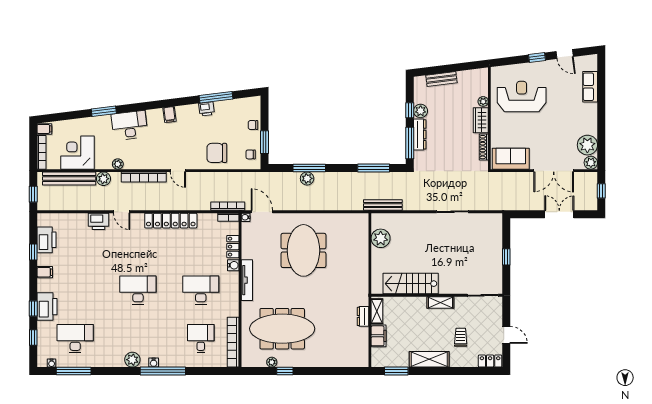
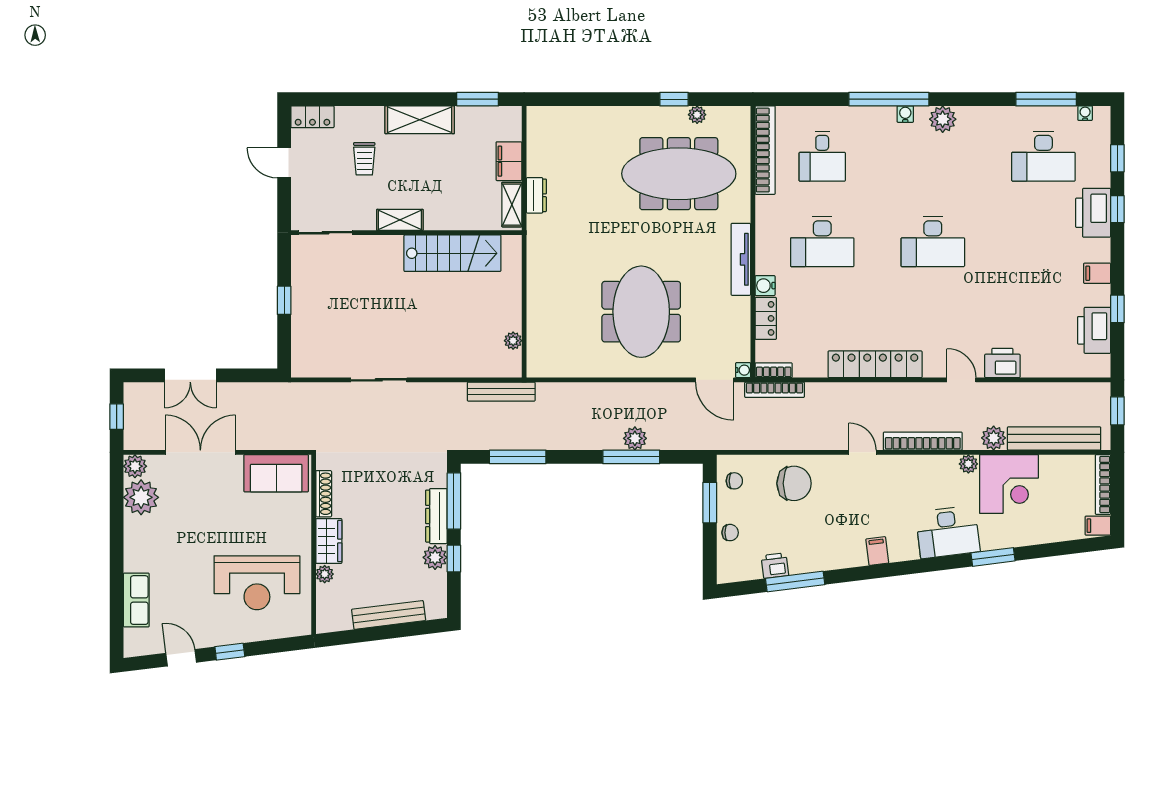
bench: (441, 79) -> (389, 615), width x1.36
printer: (206, 109) -> (775, 566), moved
corner desk: (78, 153) -> (1009, 484), moved
plant: (381, 238) -> (513, 341), width x0.53, depth x0.53

